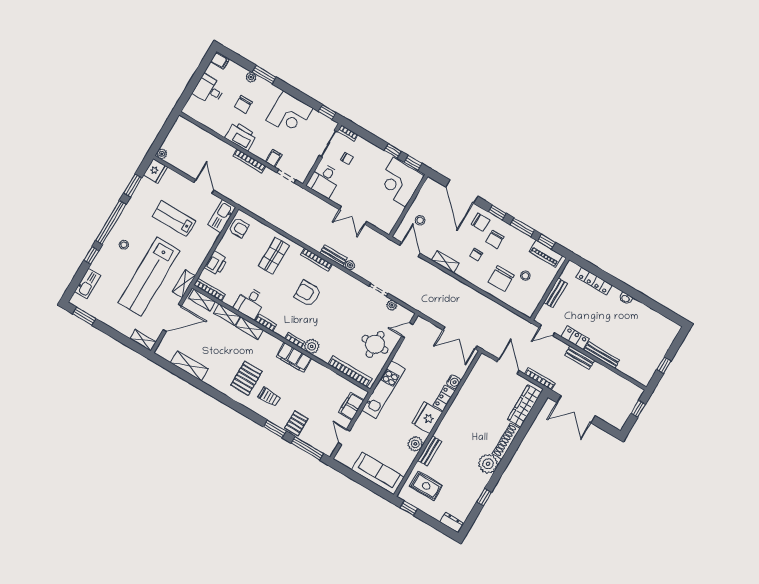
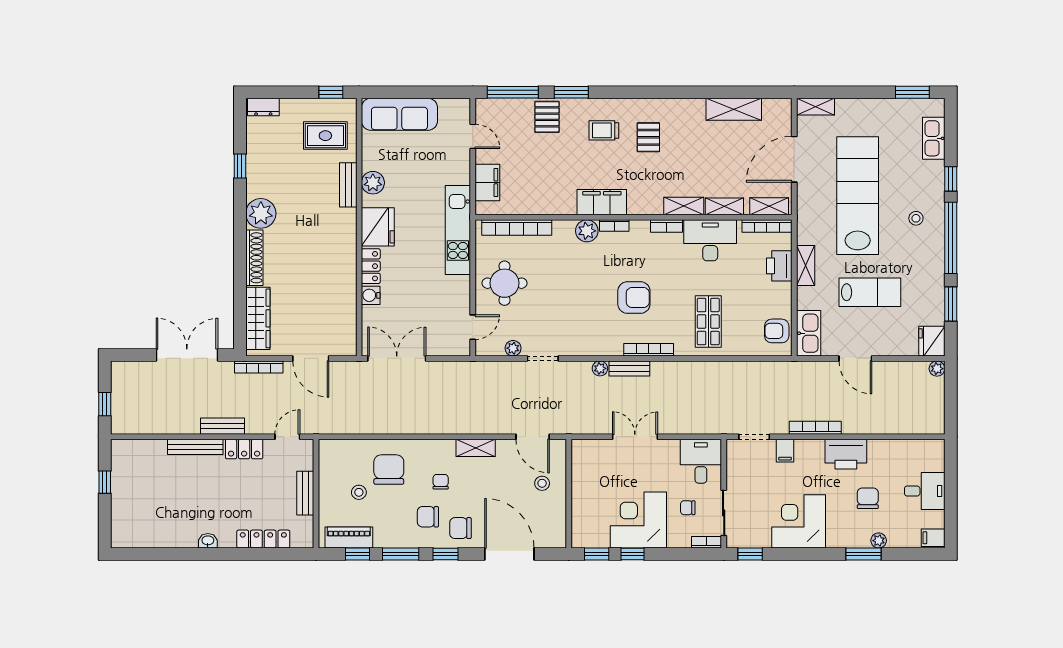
corner desk: (400, 182) -> (638, 520), moved, turned -90
chair: (495, 239) -> (428, 517), turned -90
shelving: (184, 284) -> (806, 266), moved
desk: (250, 303) -> (710, 240), width x1.37
pallet: (246, 378) -> (648, 137), width x0.67, depth x0.71

